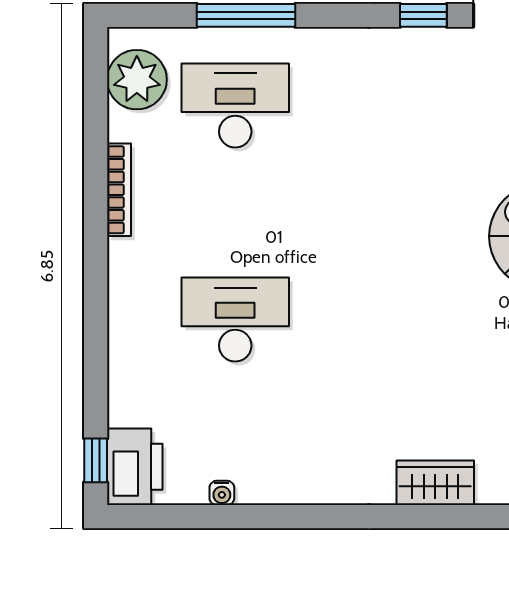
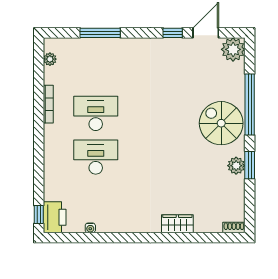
plant: (137, 80) -> (50, 59), width x0.53, depth x0.53
desk: (235, 105) -> (96, 113), moved

